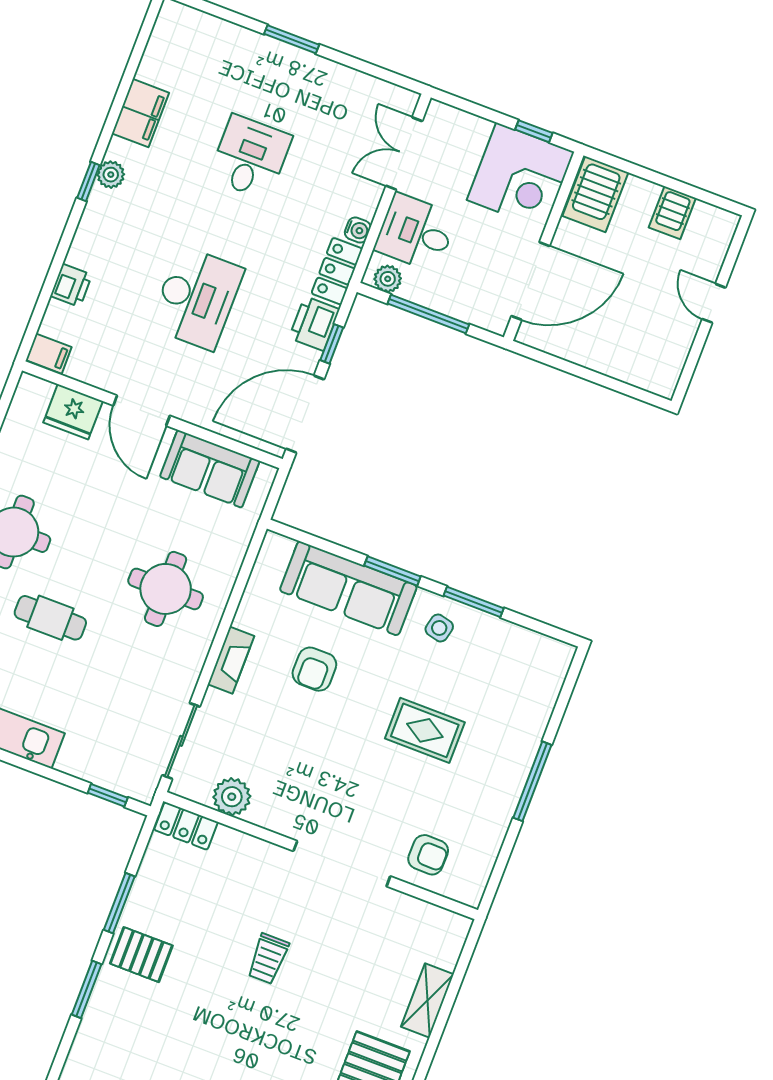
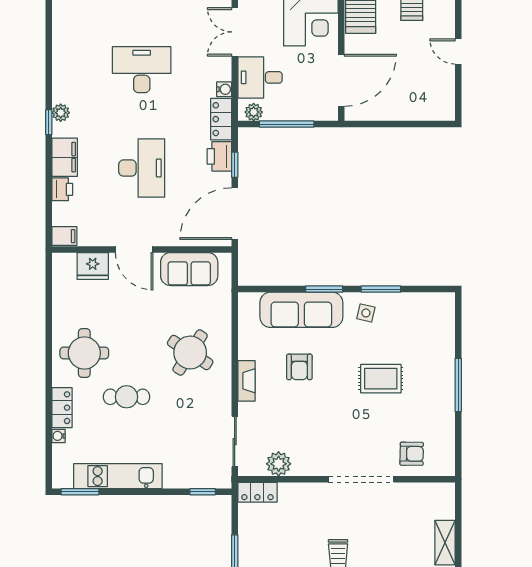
filing cabinet: (141, 113) -> (65, 157), moved
desk: (250, 157) -> (142, 70), width x1.37
round table: (166, 589) -> (190, 353), turned 33

